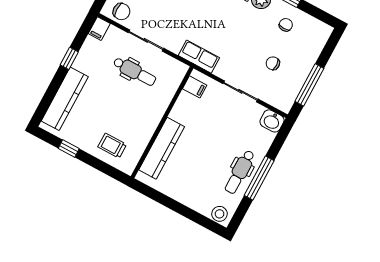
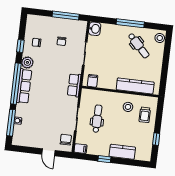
kitchen counter: (65, 99) -> (122, 152), width x0.67
stool: (134, 125) -> (128, 107), added
dental chair: (240, 172) -> (139, 46), moved, turned 46

